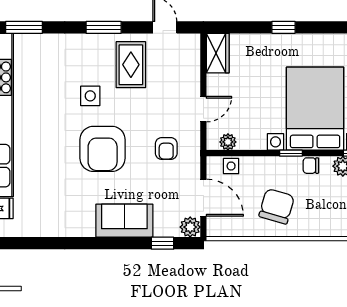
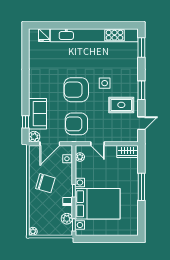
window: (283, 27) -> (141, 187), width x2.17
armchair: (166, 148) -> (76, 124), width x1.88, depth x1.88
sofa: (124, 221) -> (38, 114), moved

